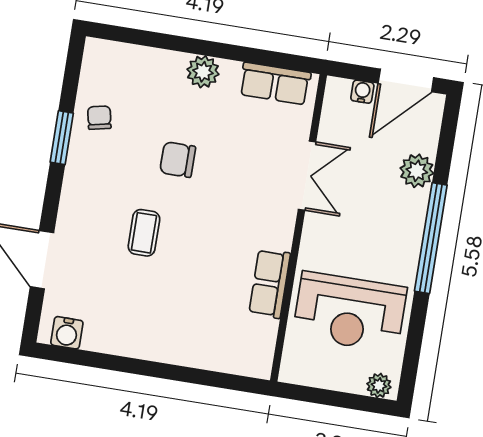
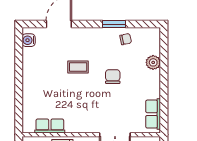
plant: (203, 72) -> (153, 62), moved
row of seats: (270, 283) -> (50, 126), moved

